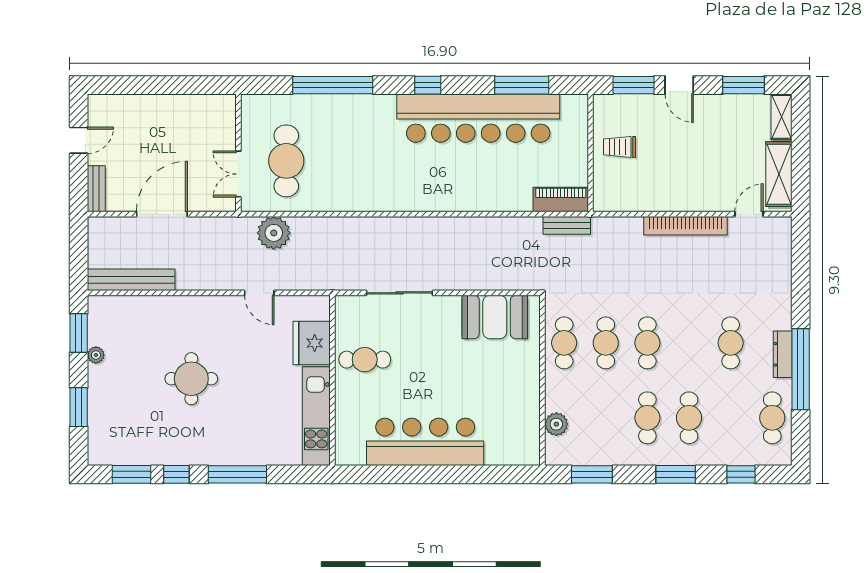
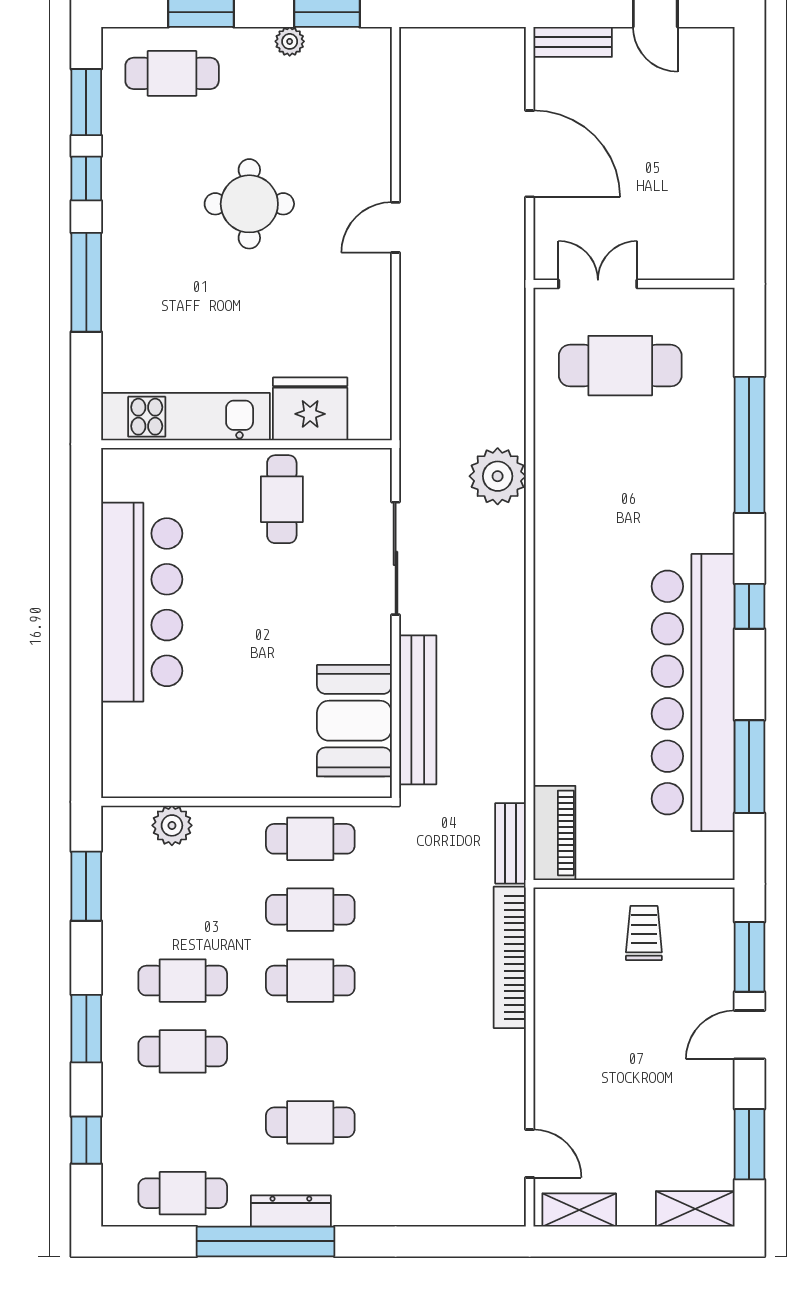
shelving: (779, 174) -> (579, 1210), width x0.67, depth x0.75
bookcase: (685, 226) -> (510, 957), moved
plant: (274, 233) -> (498, 476), moved
bench: (131, 280) -> (418, 710), moved
door: (259, 293) -> (396, 227), moved
cafe table: (115, 424) -> (172, 73), added

